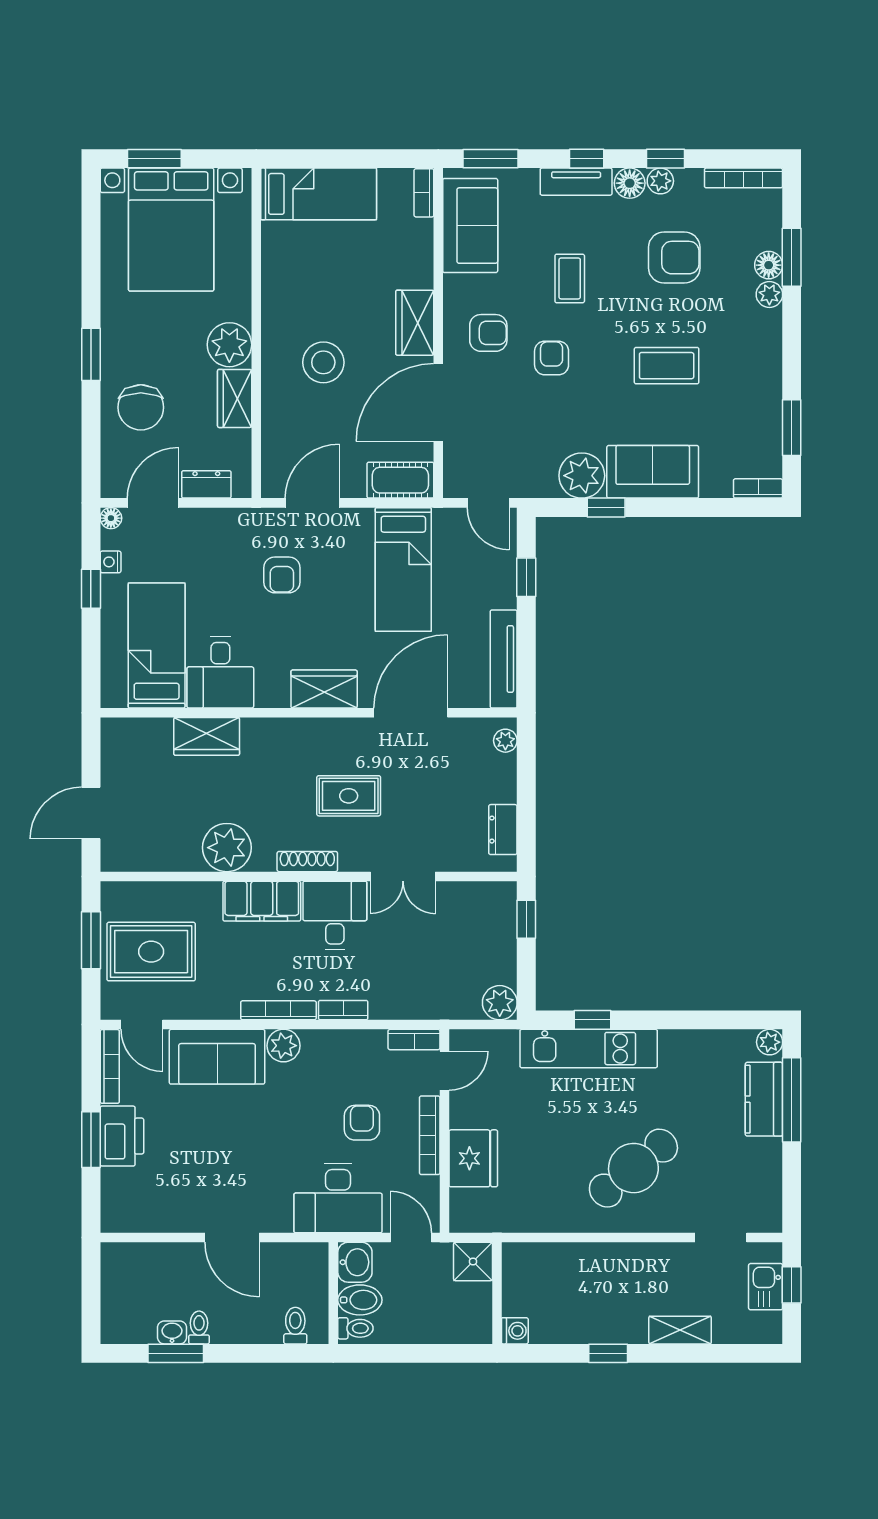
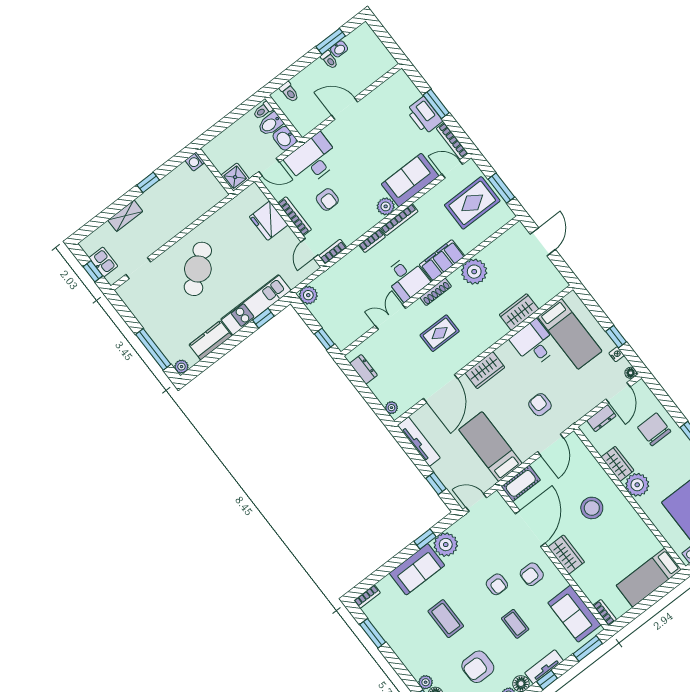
coffee table: (667, 366) -> (446, 619), turned 90
kitchen counter: (764, 1099) -> (210, 340), moved, turned -90

